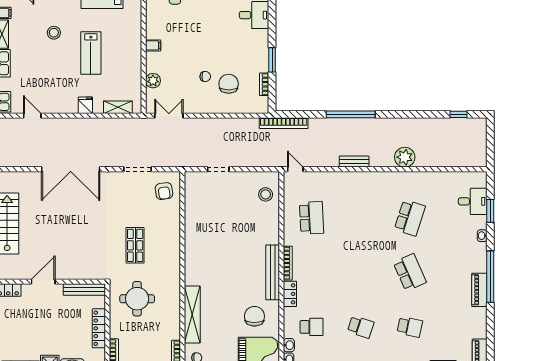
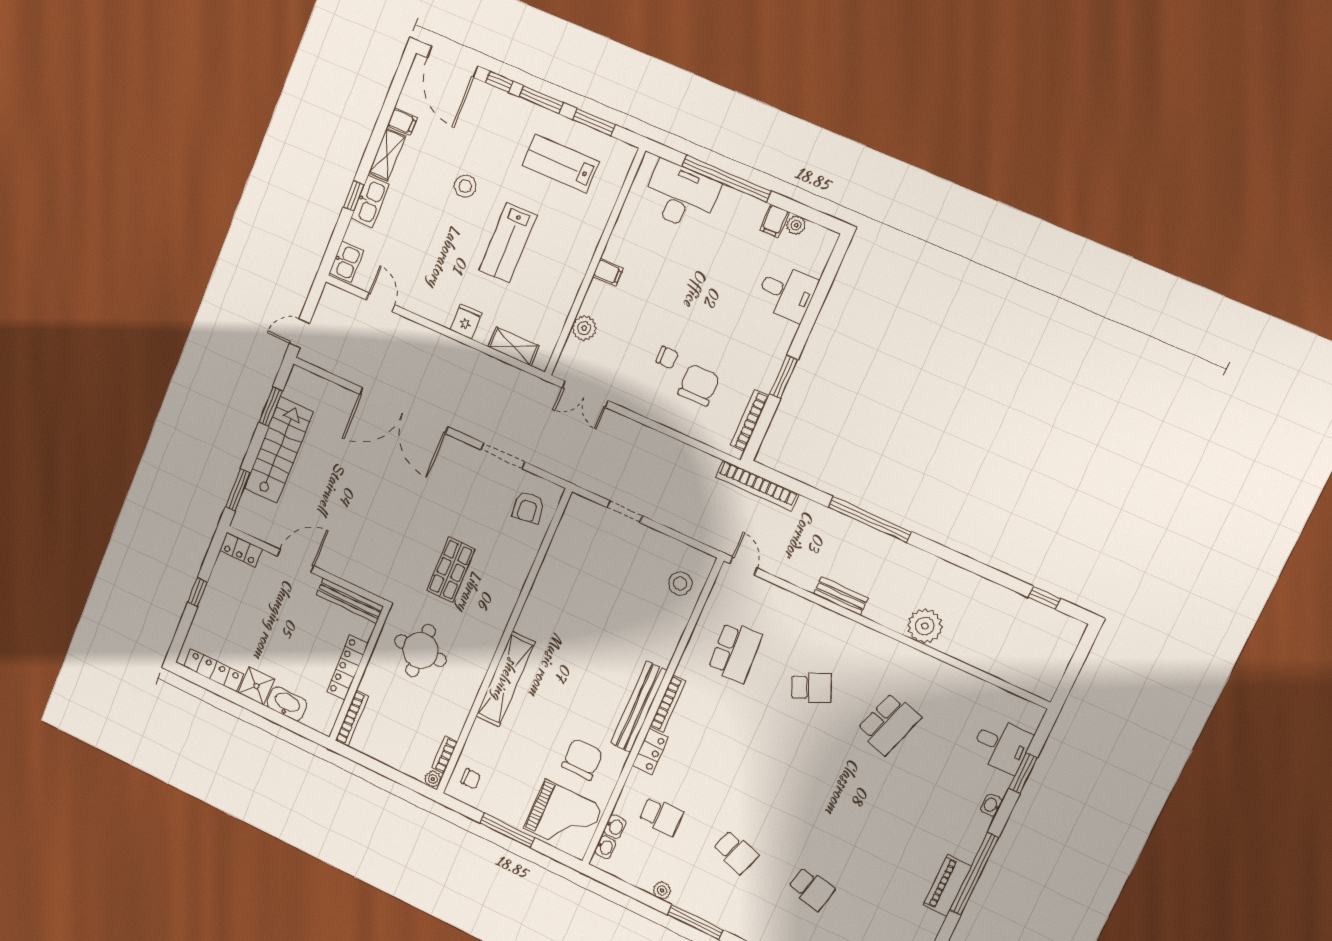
bookcase: (264, 84) -> (750, 421), width x1.56
double door: (169, 116) -> (585, 394), swing flipped
school desk: (410, 272) -> (811, 688), moved, width x0.54
shelving: (192, 315) -> (505, 679), moved

